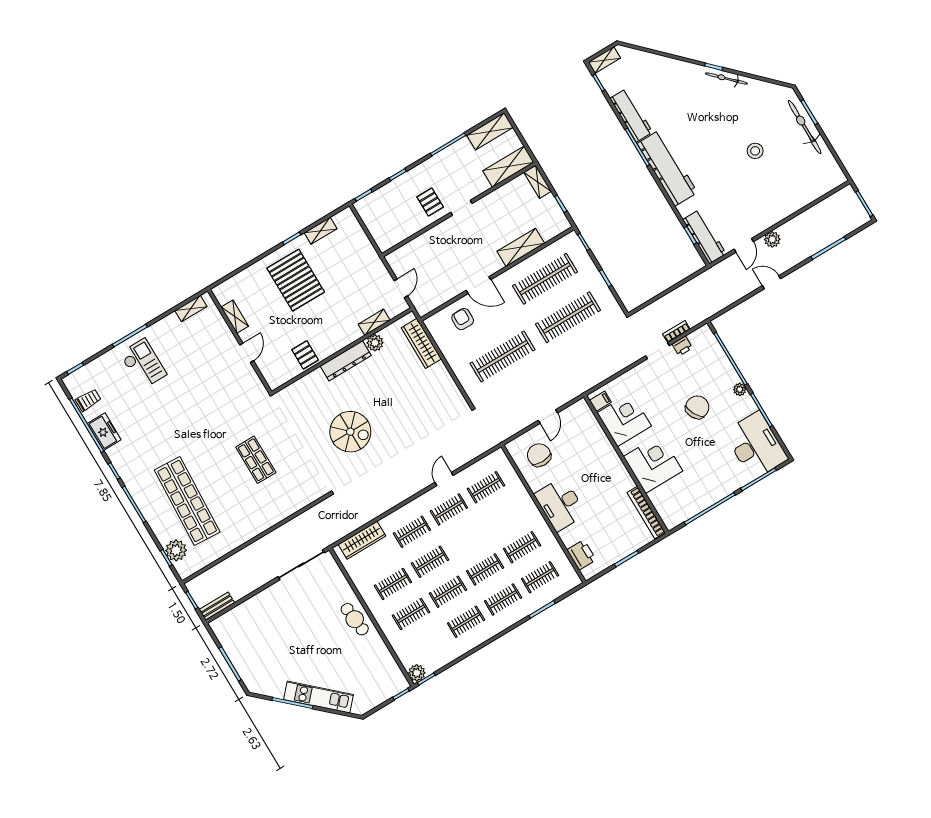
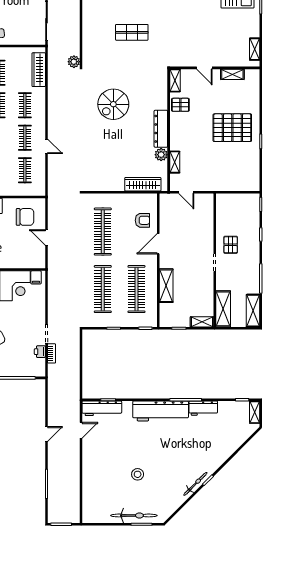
workbench: (631, 115) -> (203, 408), width x0.73
pallet: (430, 202) -> (231, 245), turned 90
shelving: (321, 231) -> (175, 80), moved
plant: (772, 239) -> (74, 62), moved
door: (744, 245) -> (81, 430), swing flipped

